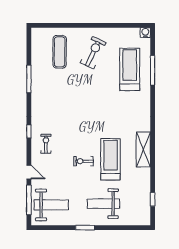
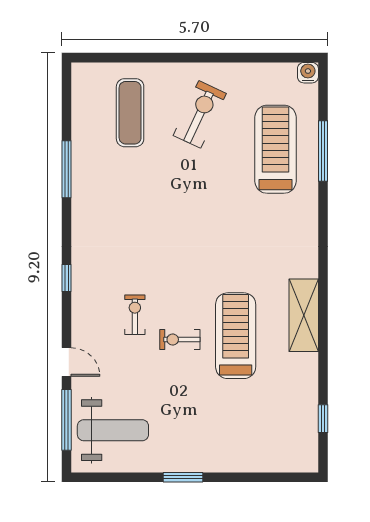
exercise bike: (46, 144) -> (135, 315), moved
weight bench: (103, 204) -> (221, 428), removed

